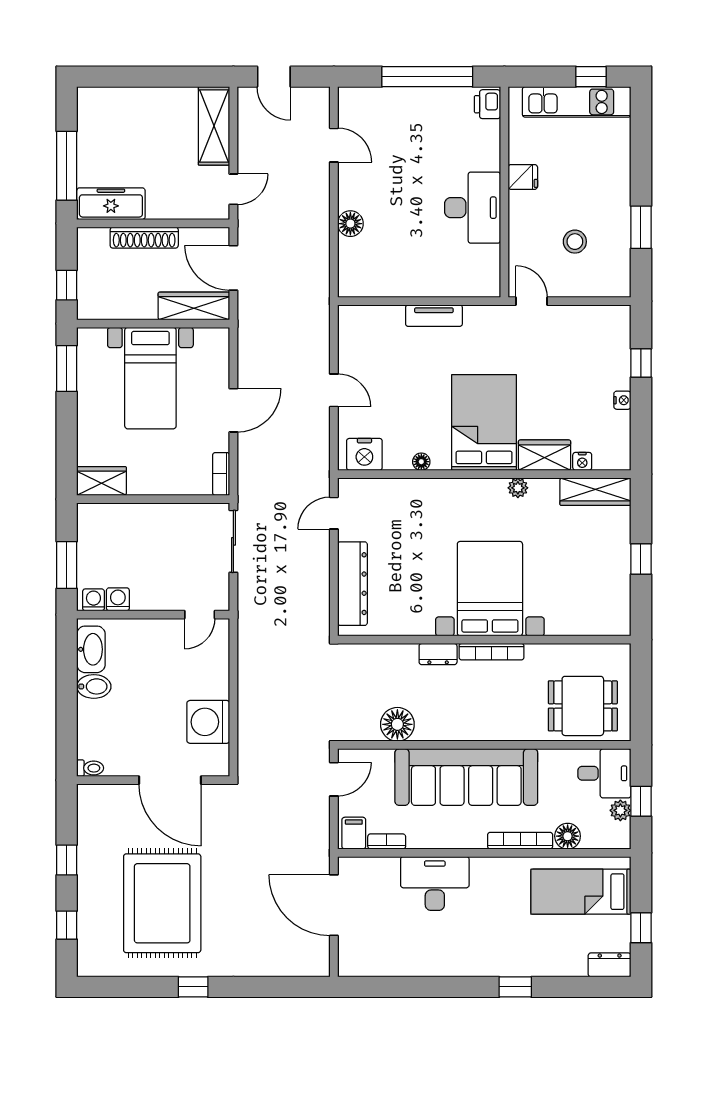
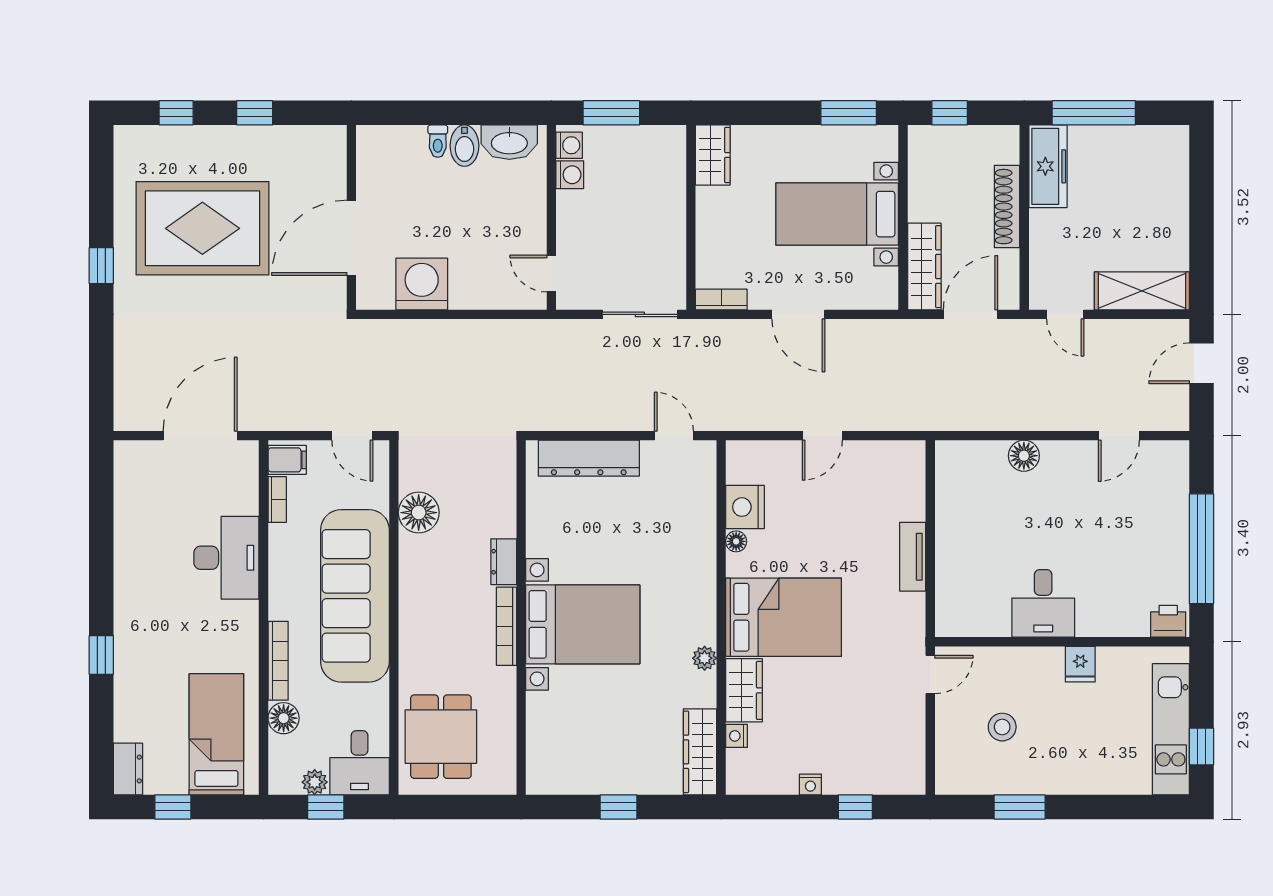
desk: (473, 208) -> (1043, 603), width x0.73
nightstand: (364, 454) -> (745, 507), moved
toilet: (90, 768) -> (438, 141), moved

